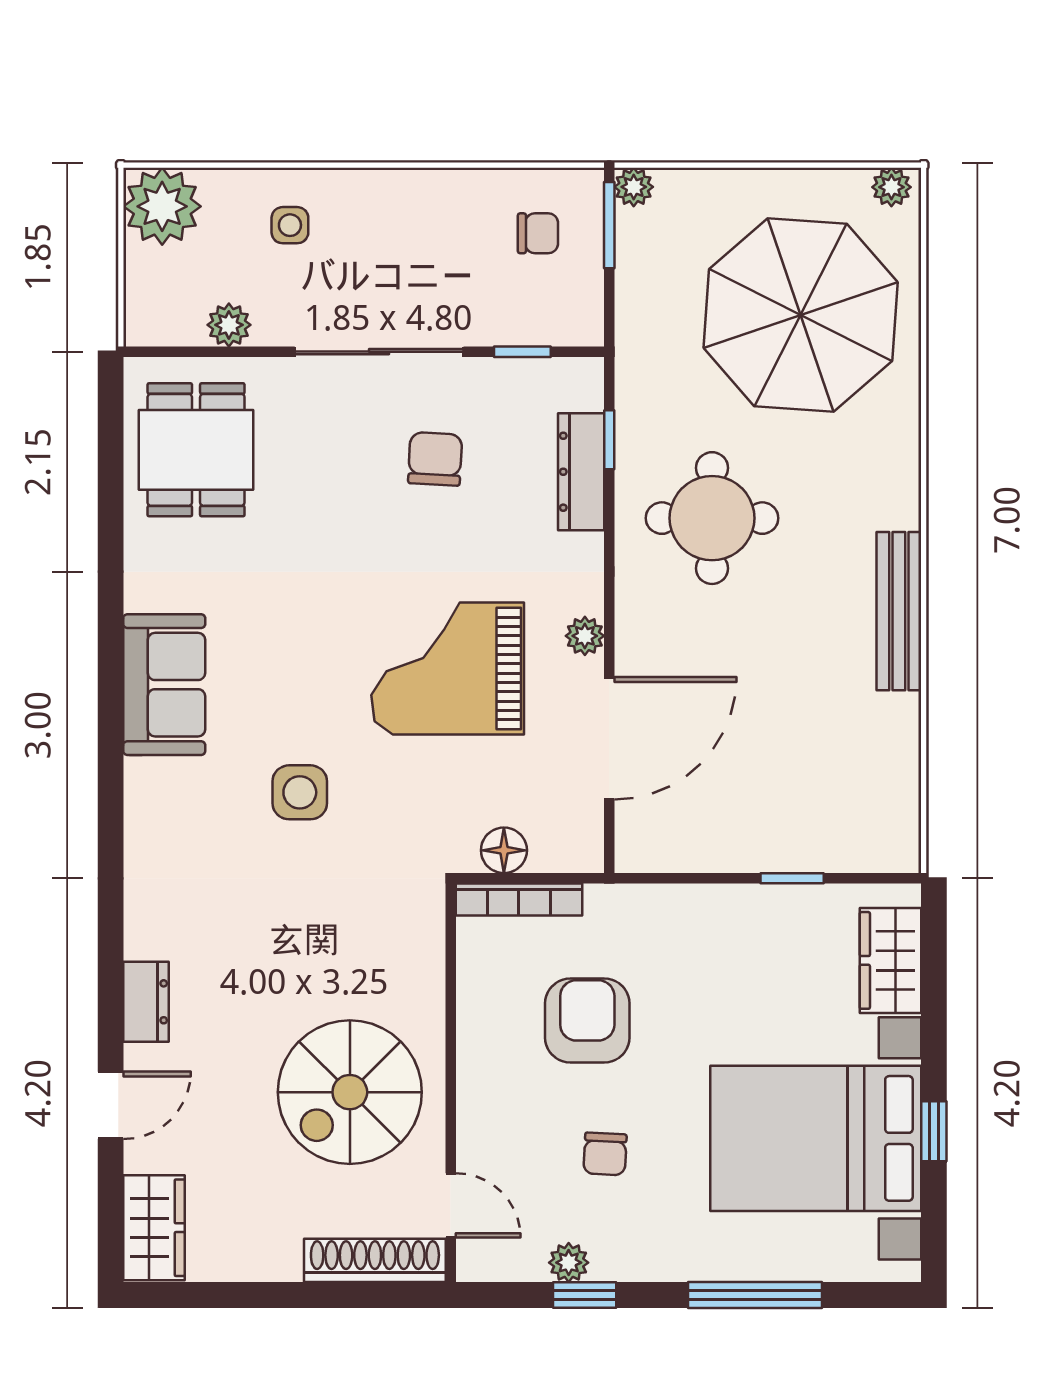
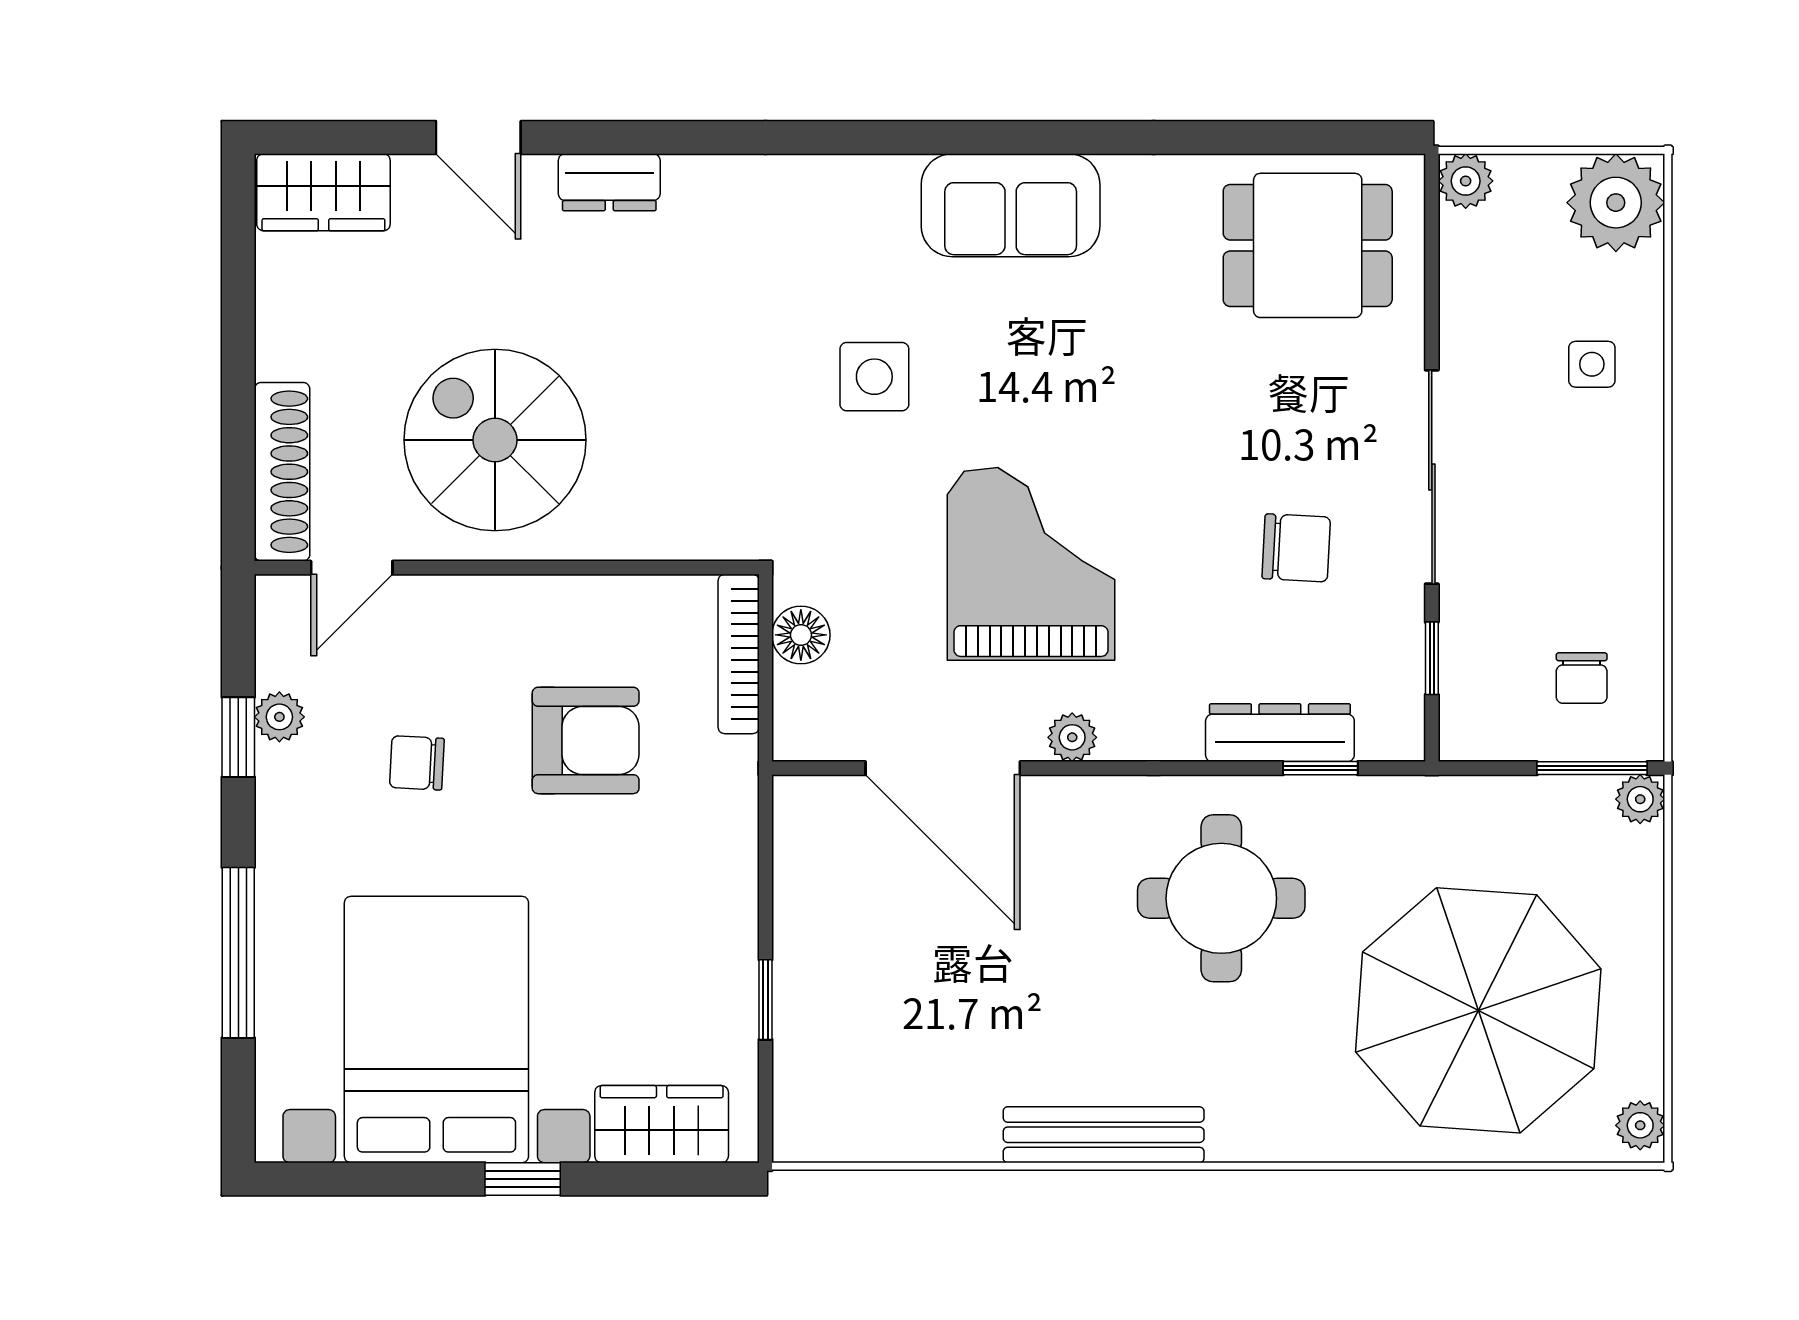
plant: (229, 325) -> (1466, 181), moved
window: (934, 1131) -> (523, 1179), moved

